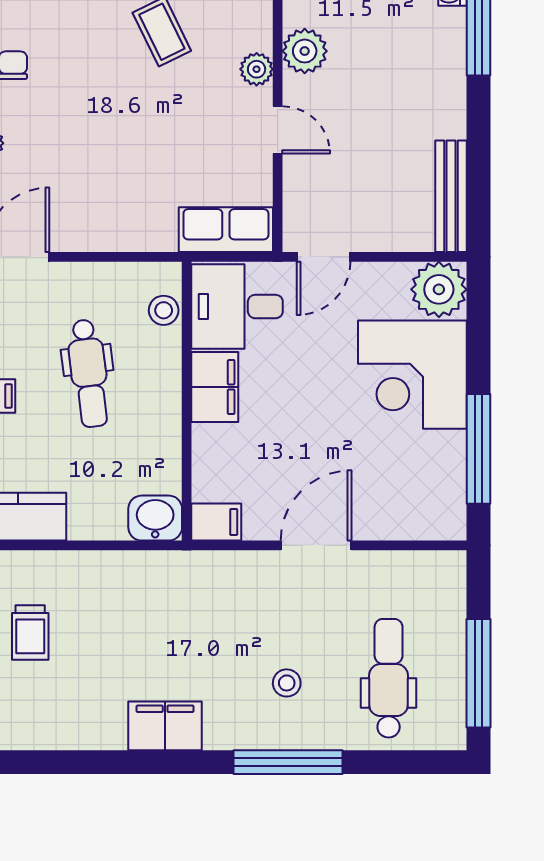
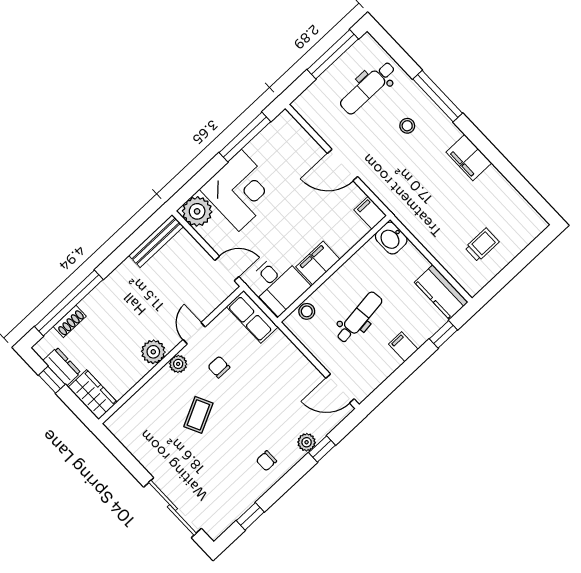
chair: (200, 120) -> (219, 367), added

